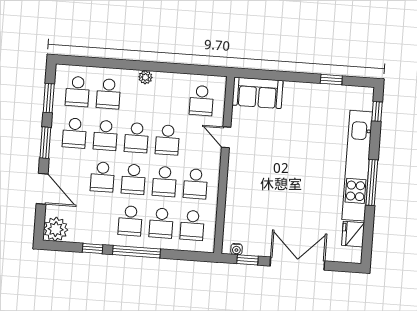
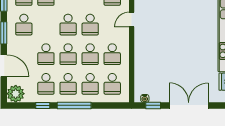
school desk: (105, 135) -> (46, 84), moved
door: (226, 137) -> (132, 20), hinge flipped

